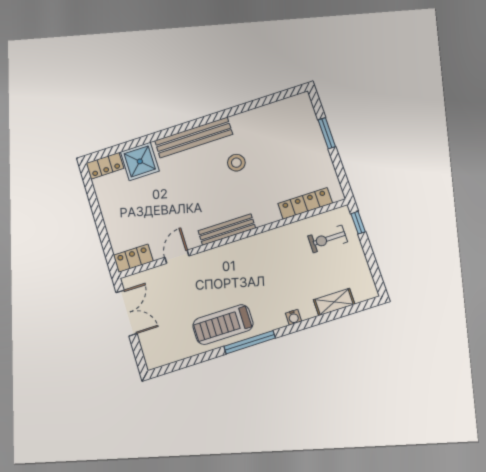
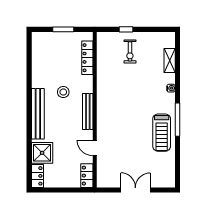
locker: (305, 203) -> (87, 58), moved
bench: (227, 229) -> (88, 112), moved
wall: (233, 239) -> (95, 110), moved
door: (177, 257) -> (95, 148), moved
locker: (133, 258) -> (87, 176), moved

